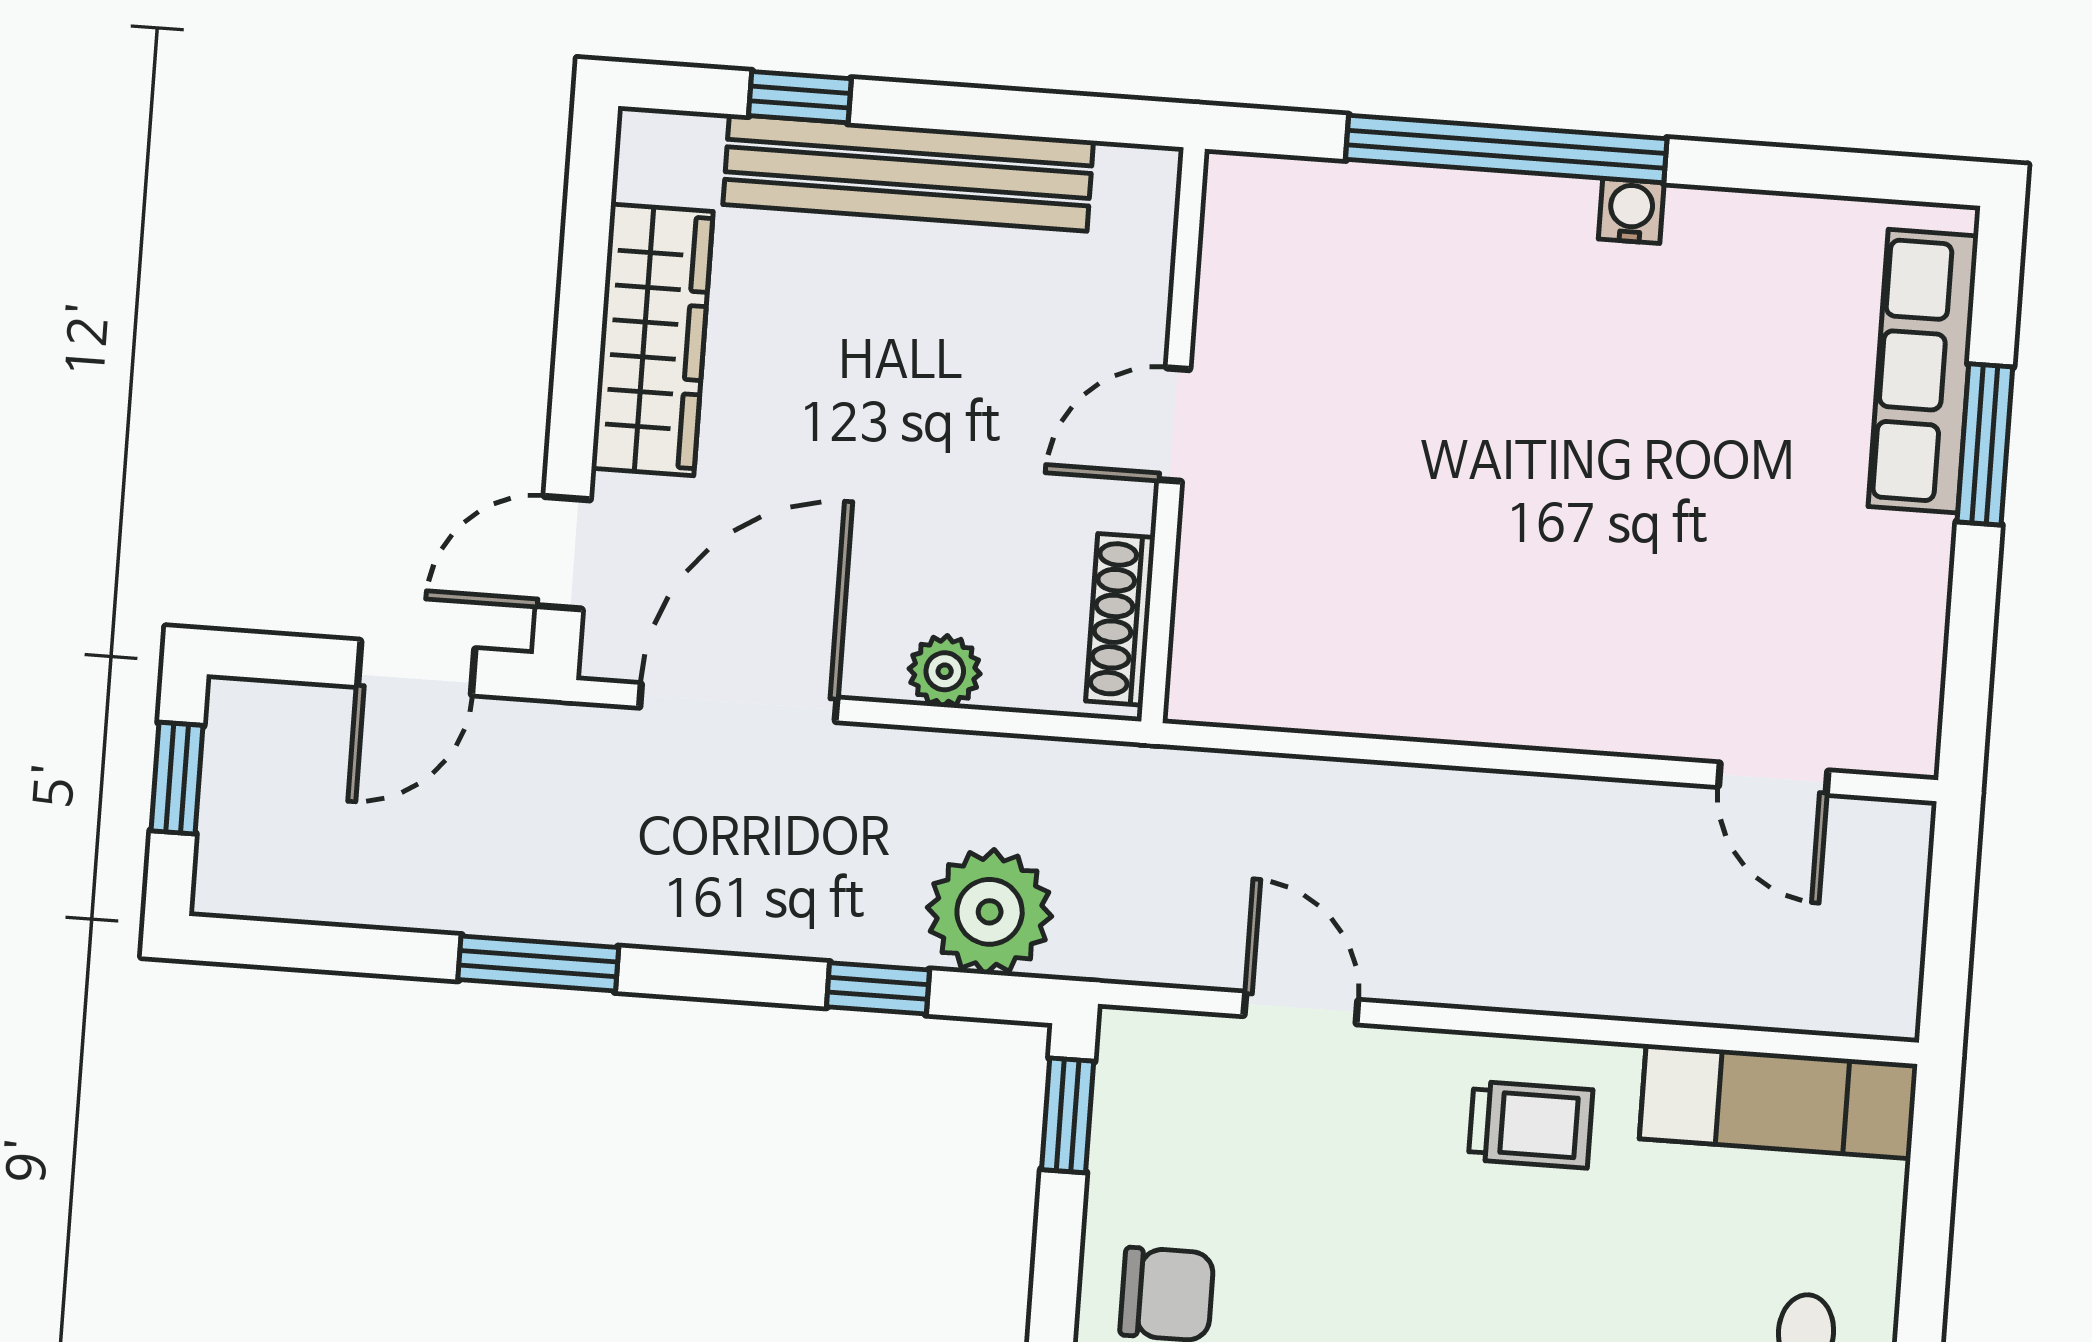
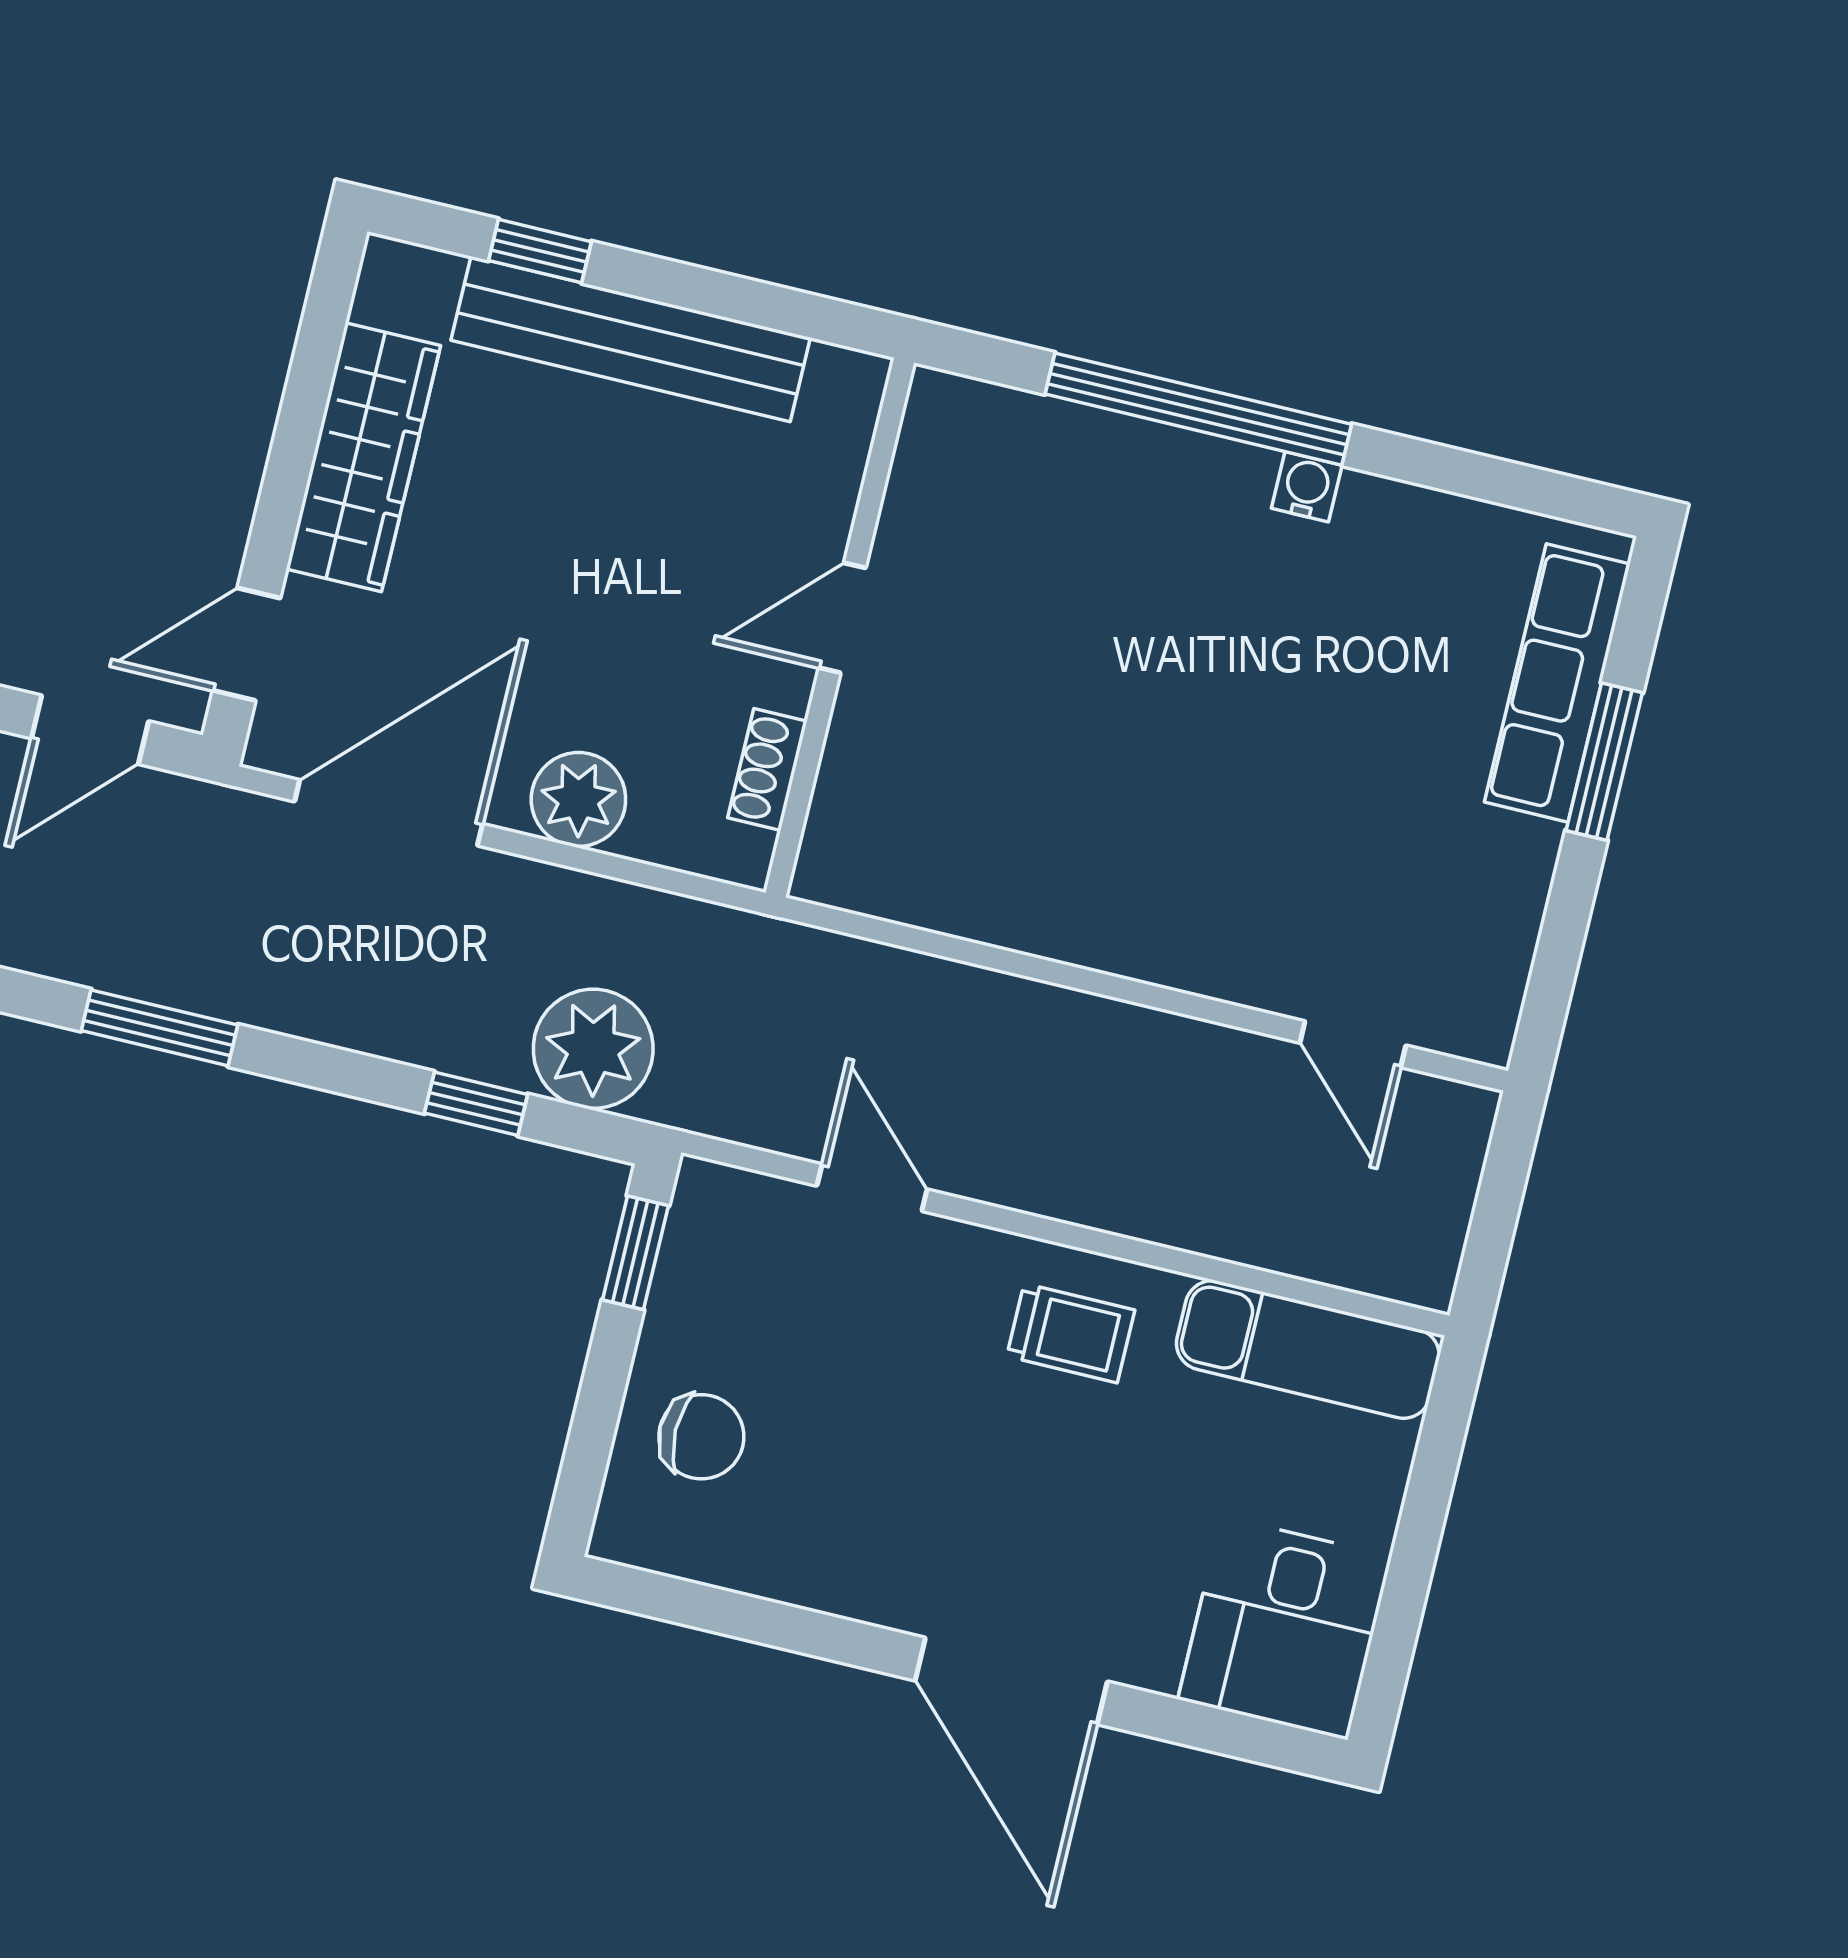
shoe rack: (1120, 619) -> (767, 770), width x0.70
plant: (945, 671) -> (578, 799), width x1.38, depth x1.38

